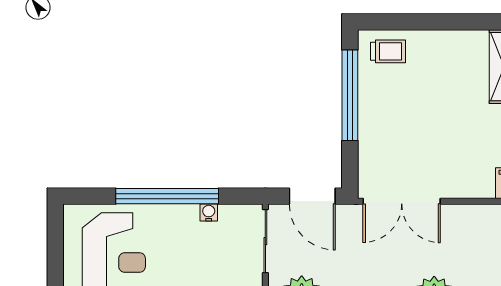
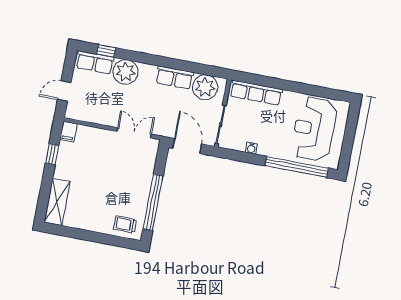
window: (167, 196) -> (297, 167), moved
double door: (402, 201) -> (134, 133), width x0.73

